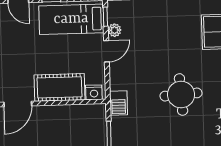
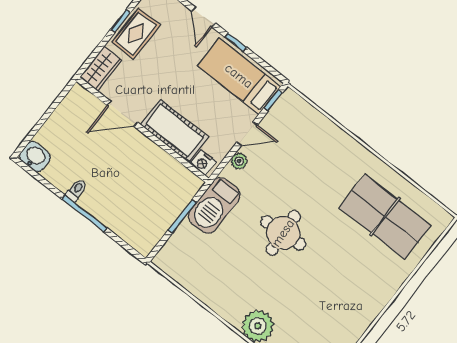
plant: (115, 30) -> (239, 161), moved
barbecue: (119, 103) -> (214, 206), width x1.88, depth x1.53

